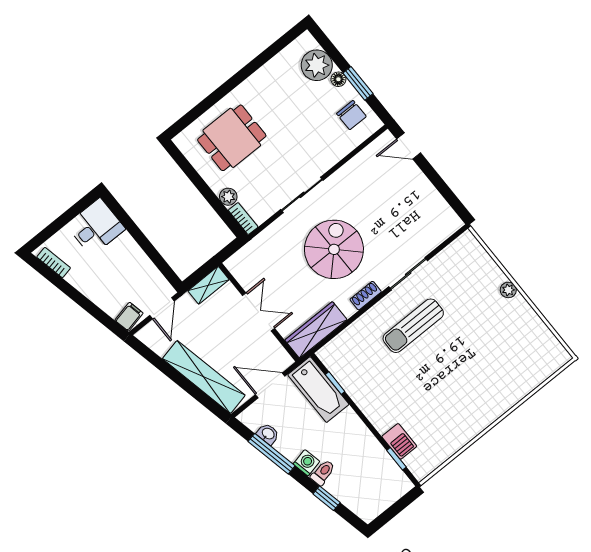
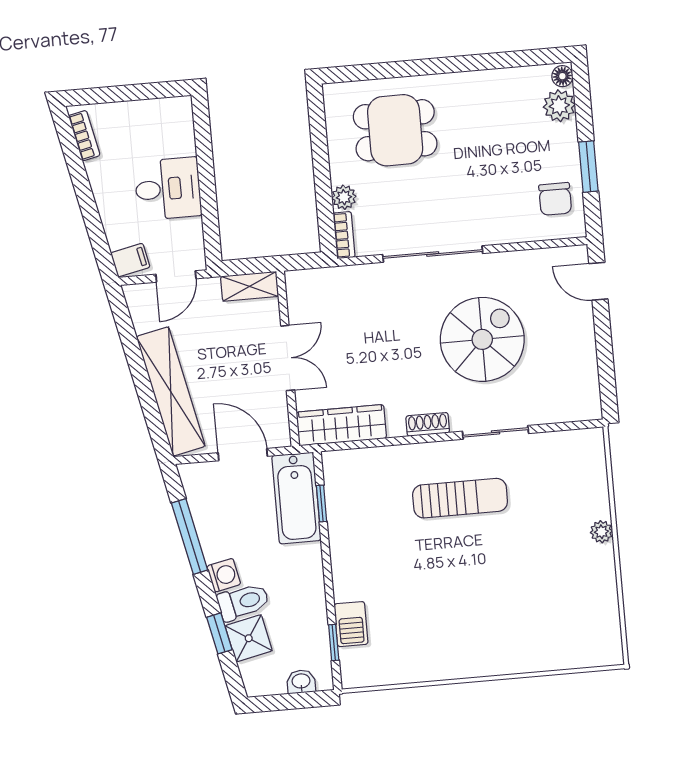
plant: (317, 65) -> (559, 106), width x0.73, depth x0.73
floor lamp: (338, 79) -> (562, 76), moved
sliding door: (302, 195) -> (433, 254), width x1.37
desk: (96, 227) -> (168, 189), moved
spiral stairs: (334, 249) -> (482, 339), moved
sun lounger: (413, 326) -> (460, 498), turned 180
washbasin: (268, 434) -> (301, 682), moved, turned -78
toilet: (323, 473) -> (243, 602), width x1.37, depth x1.39
shower: (345, 490) -> (249, 638), added

